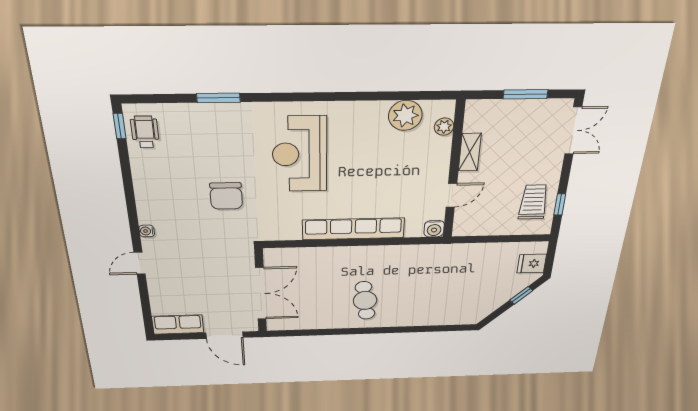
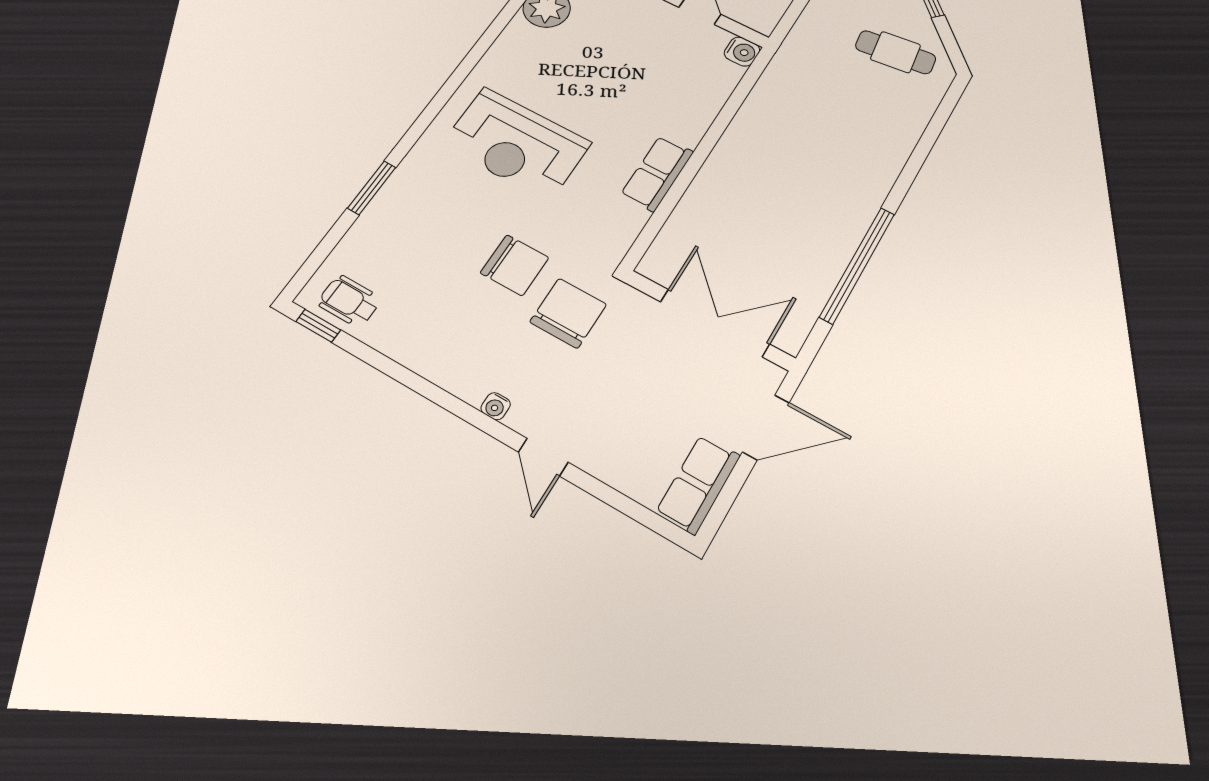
row of seats: (353, 229) -> (657, 173), width x0.50
chair: (219, 234) -> (568, 313), added
cafe table: (365, 300) -> (896, 52), moved
window: (334, 332) -> (857, 265), added

